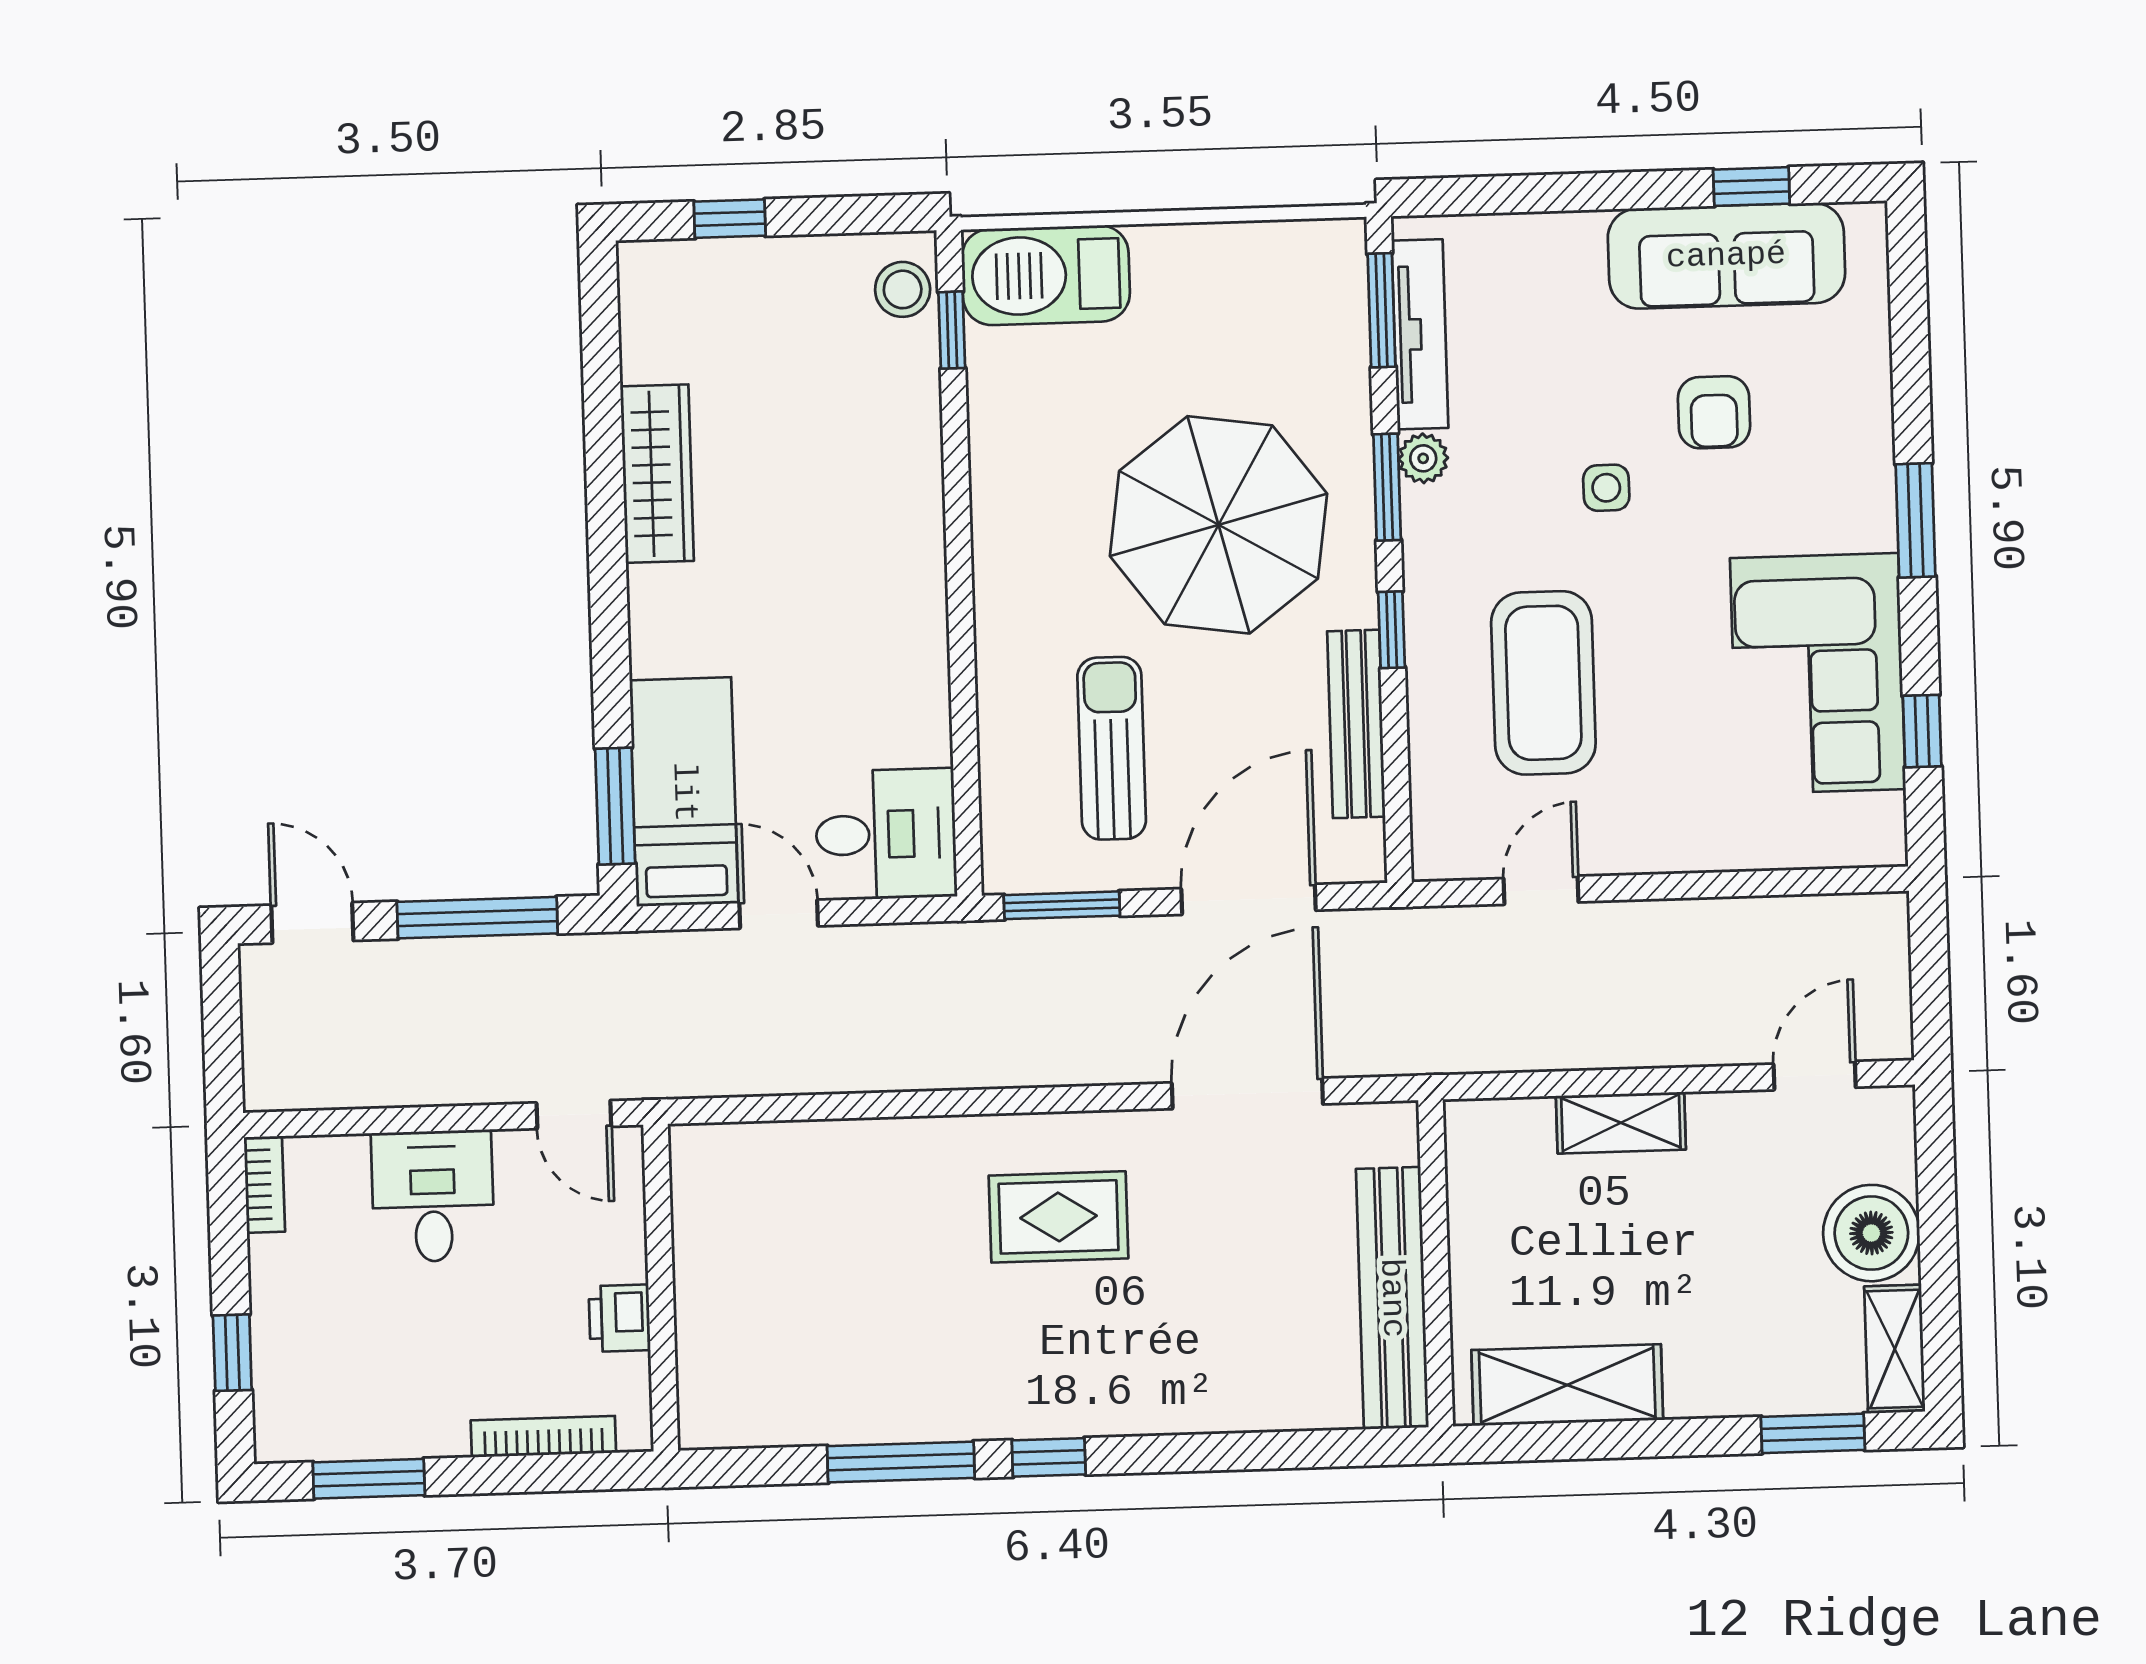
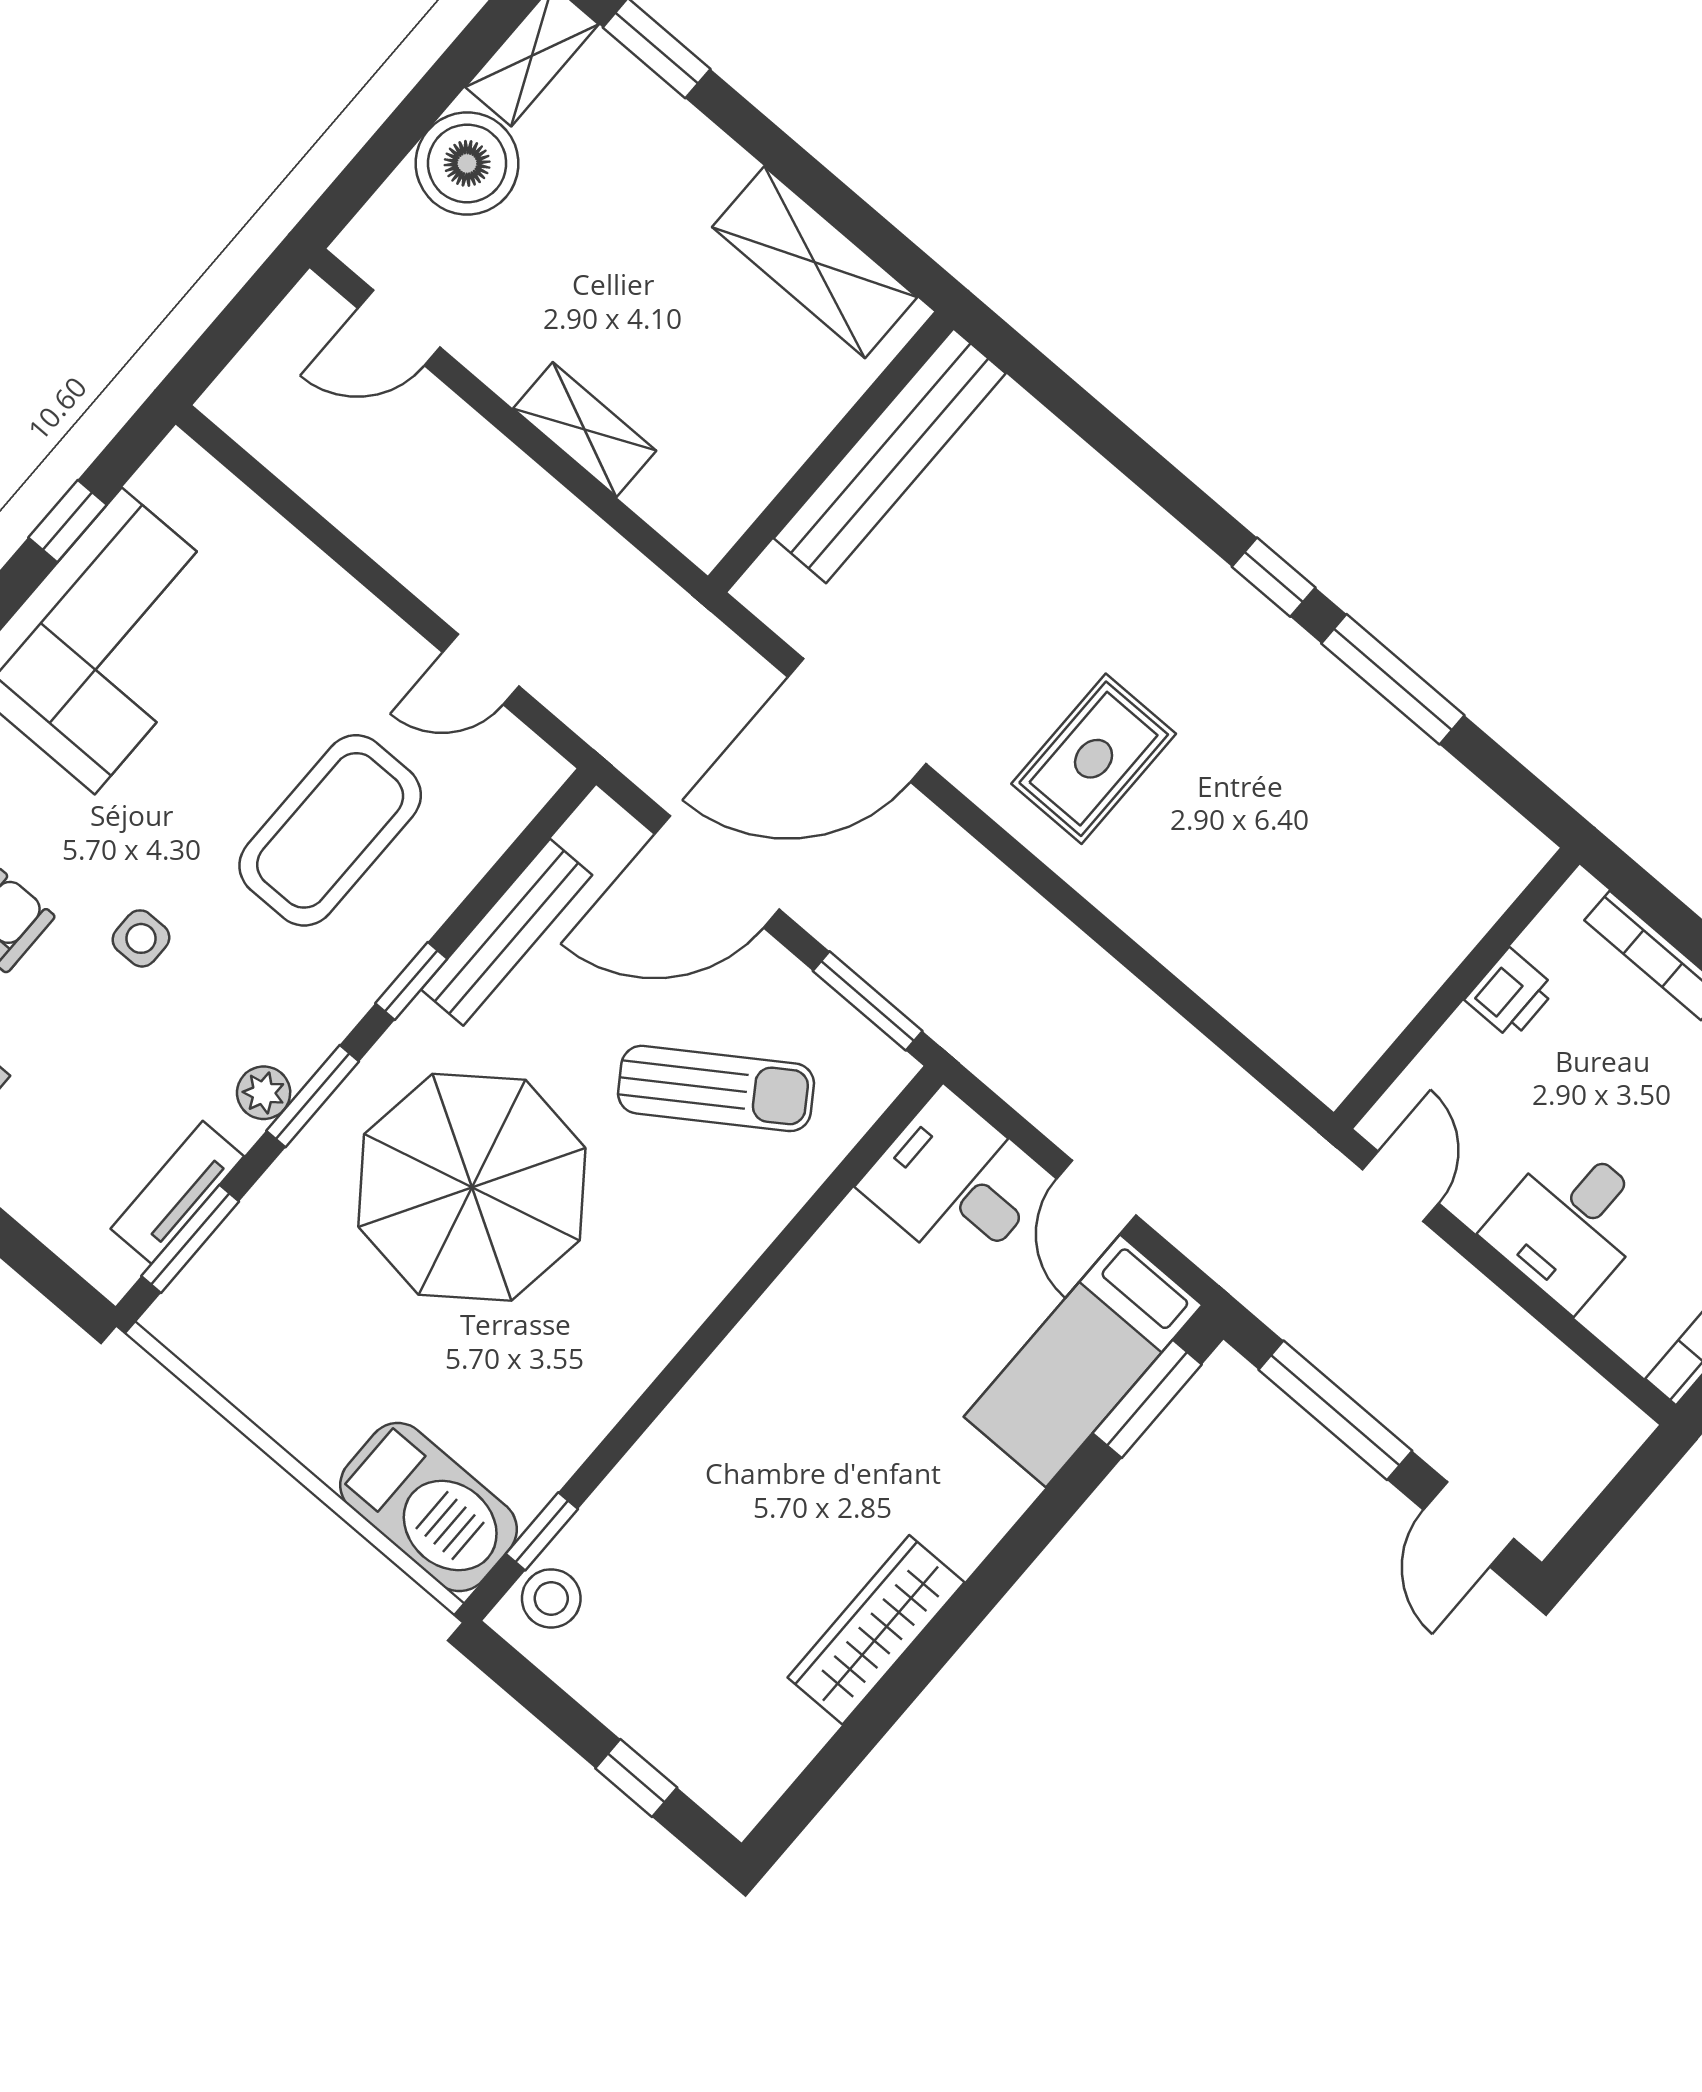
tv unit: (1420, 334) -> (177, 1192), width x0.71
sun lounger: (1112, 748) -> (716, 1088), turned -124
rug: (1059, 1217) -> (1094, 759), turned 90

